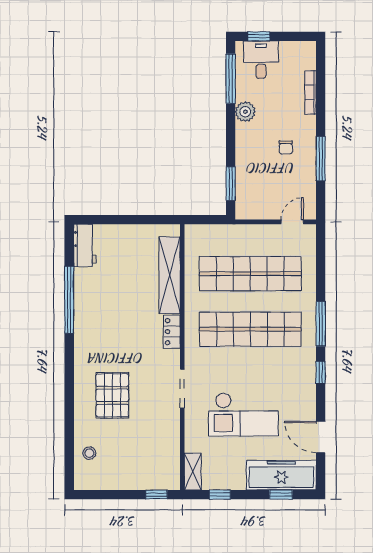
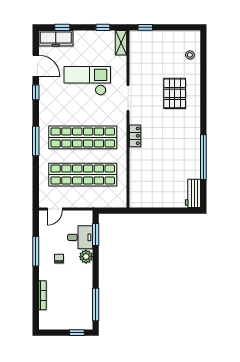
desk: (261, 60) -> (80, 237), moved, turned -90
plant: (245, 112) -> (86, 257), moved
shelving: (170, 275) -> (136, 173), removed
window: (321, 373) -> (36, 92), moved
freezer: (281, 475) -> (56, 38), width x0.73, depth x0.79

